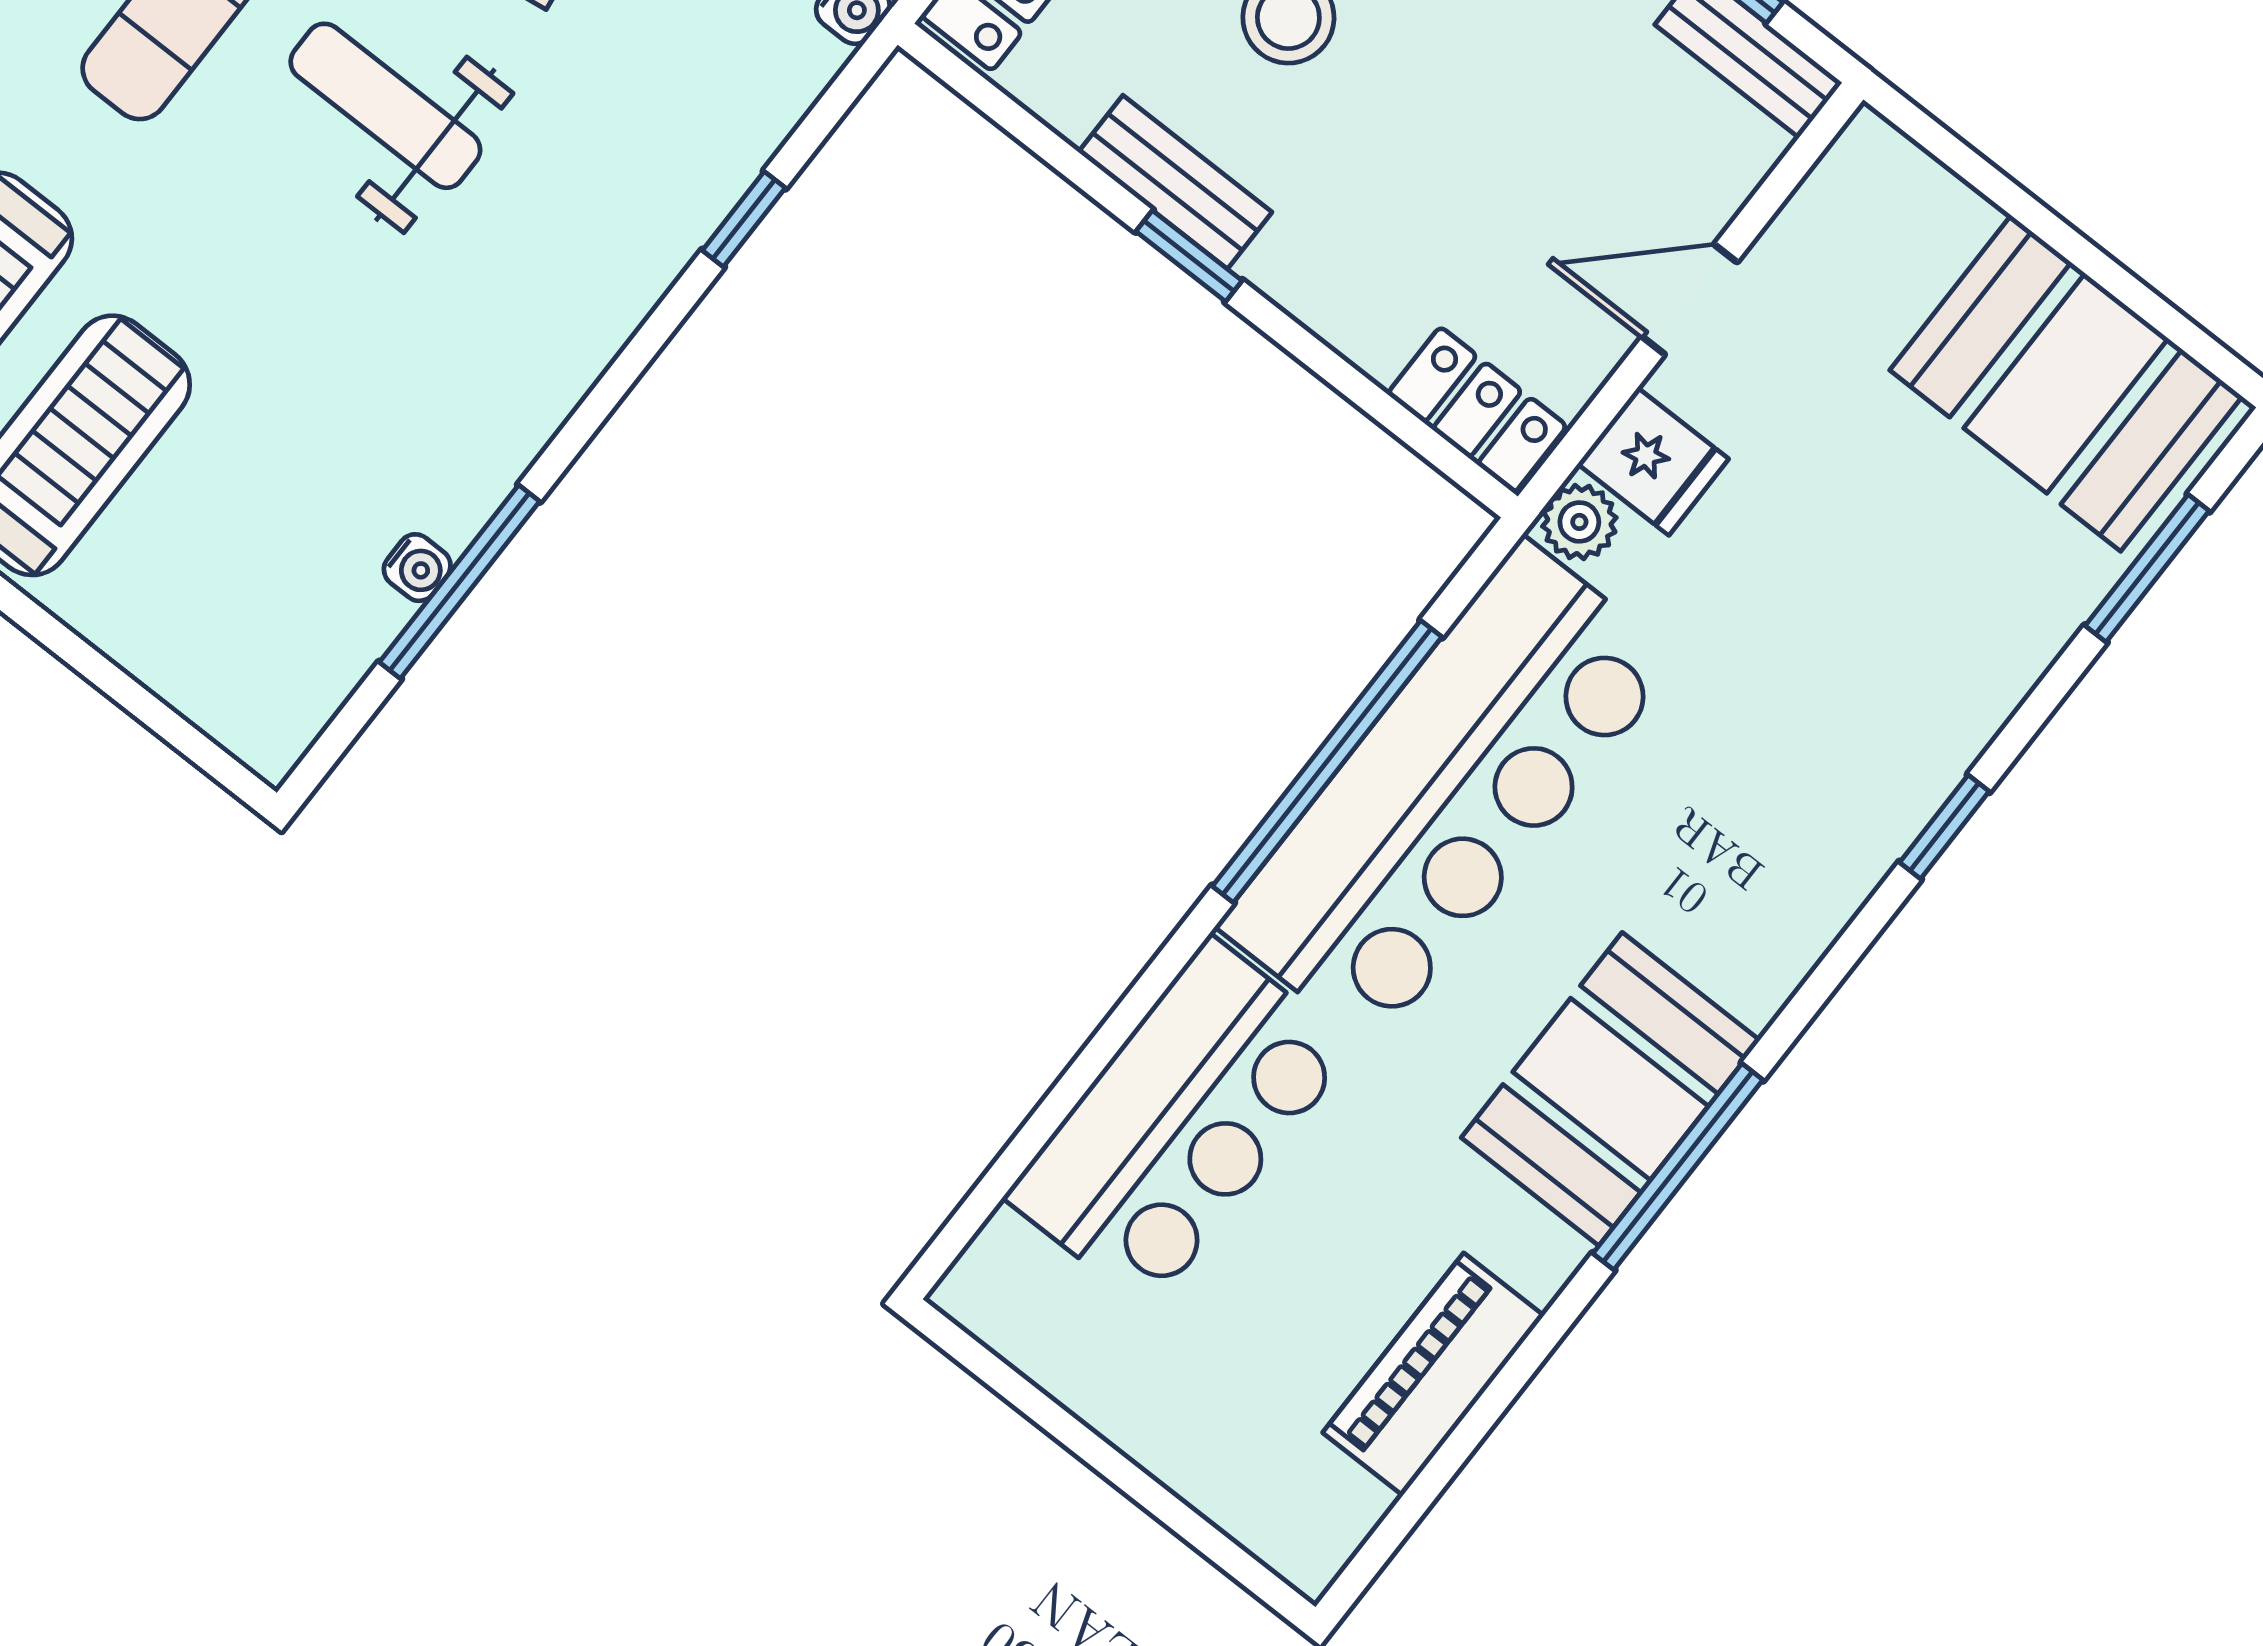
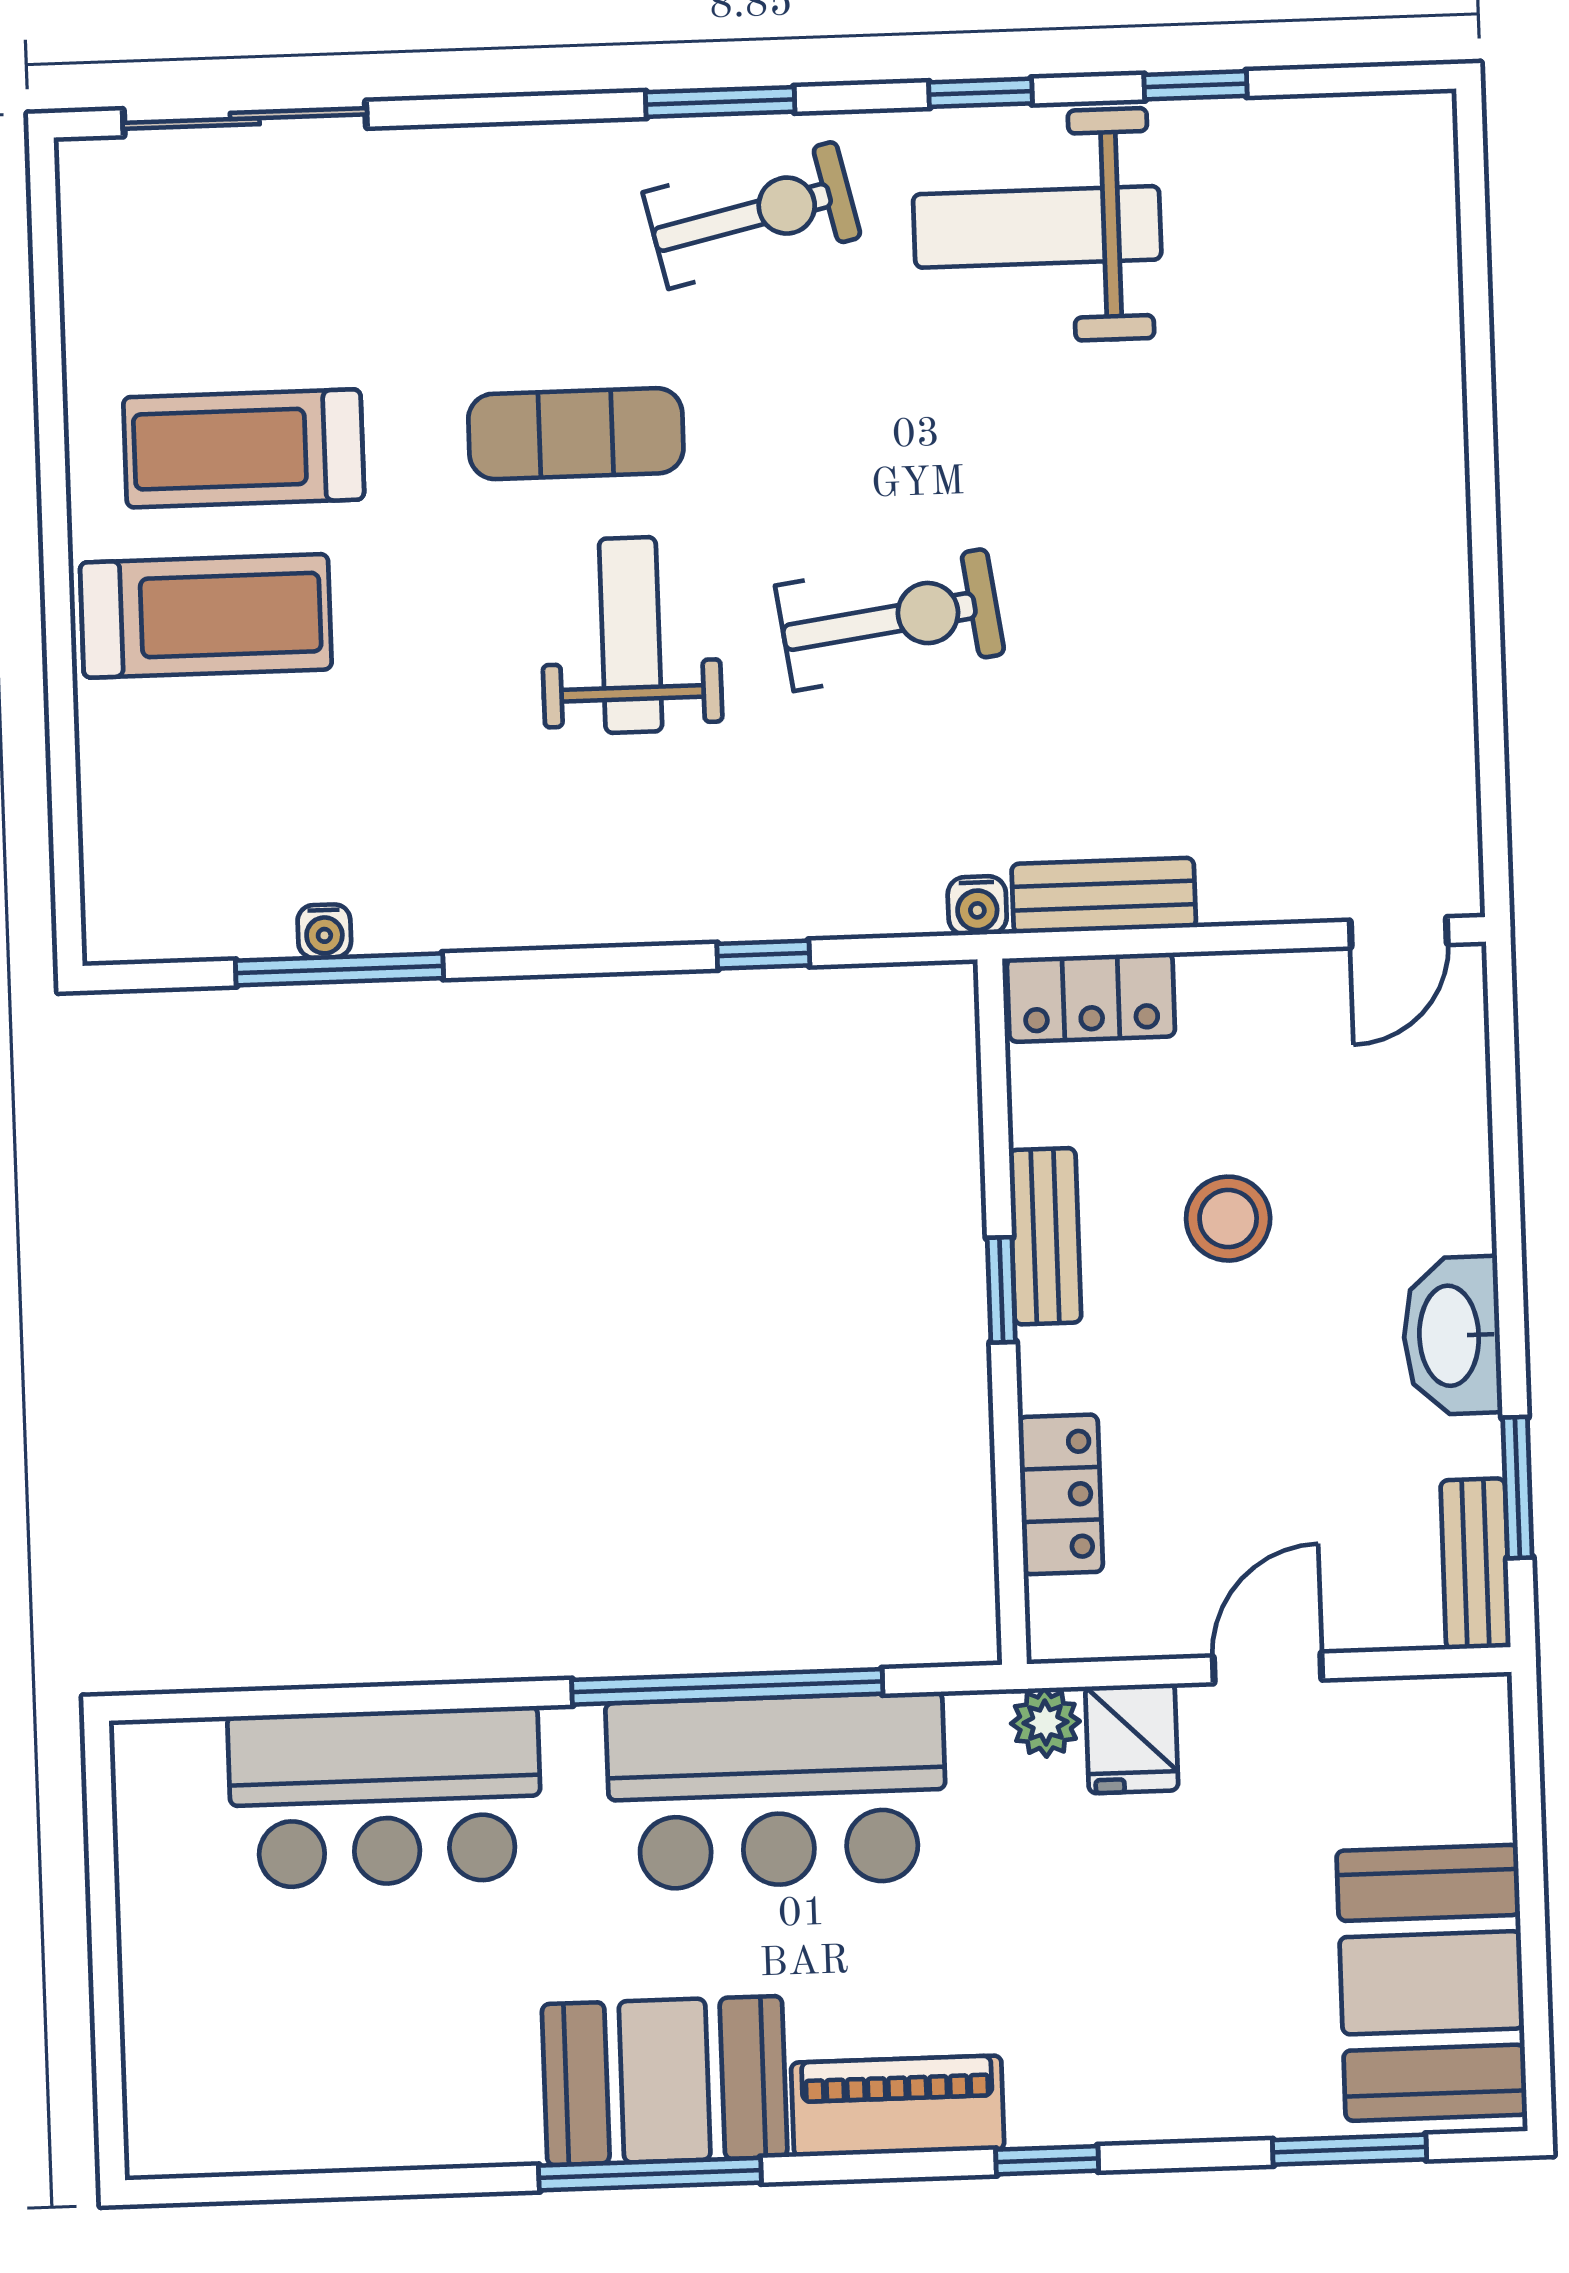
door: (1689, 299) -> (1268, 1668), hinge flipped
locker: (1477, 410) -> (1061, 1494), moved
bar counter: (1449, 793) -> (777, 1791), width x0.73
piano: (1433, 1374) -> (898, 2106), moved

